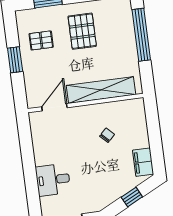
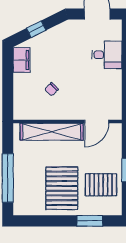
pallet: (82, 31) -> (62, 188), width x1.37, depth x1.41
pallet: (41, 40) -> (101, 185), width x1.50, depth x1.42

